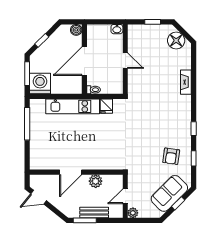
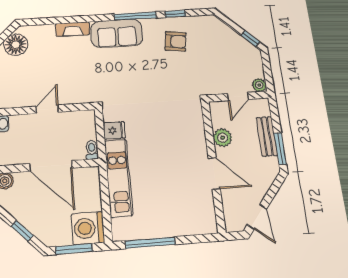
window: (194, 129) -> (135, 16), width x2.17
sofa: (169, 193) -> (117, 33), moved, turned -45
door: (125, 196) -> (238, 96), hinge flipped
window: (178, 203) -> (250, 39), moved

